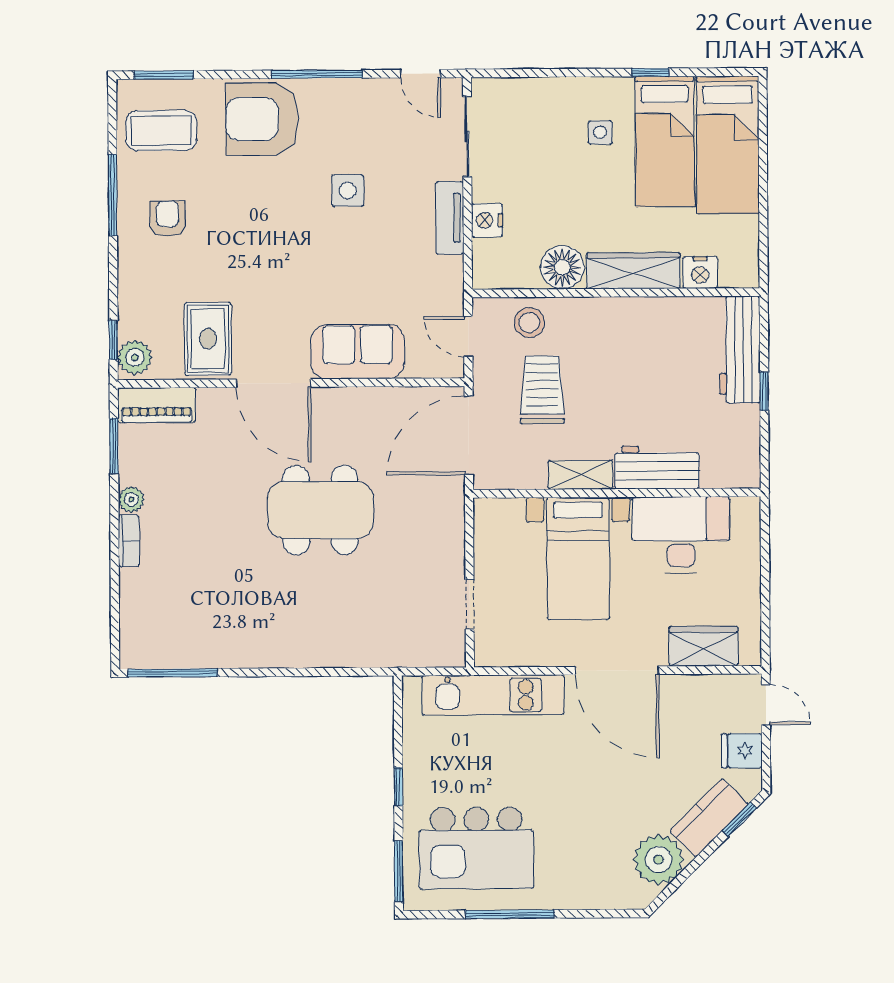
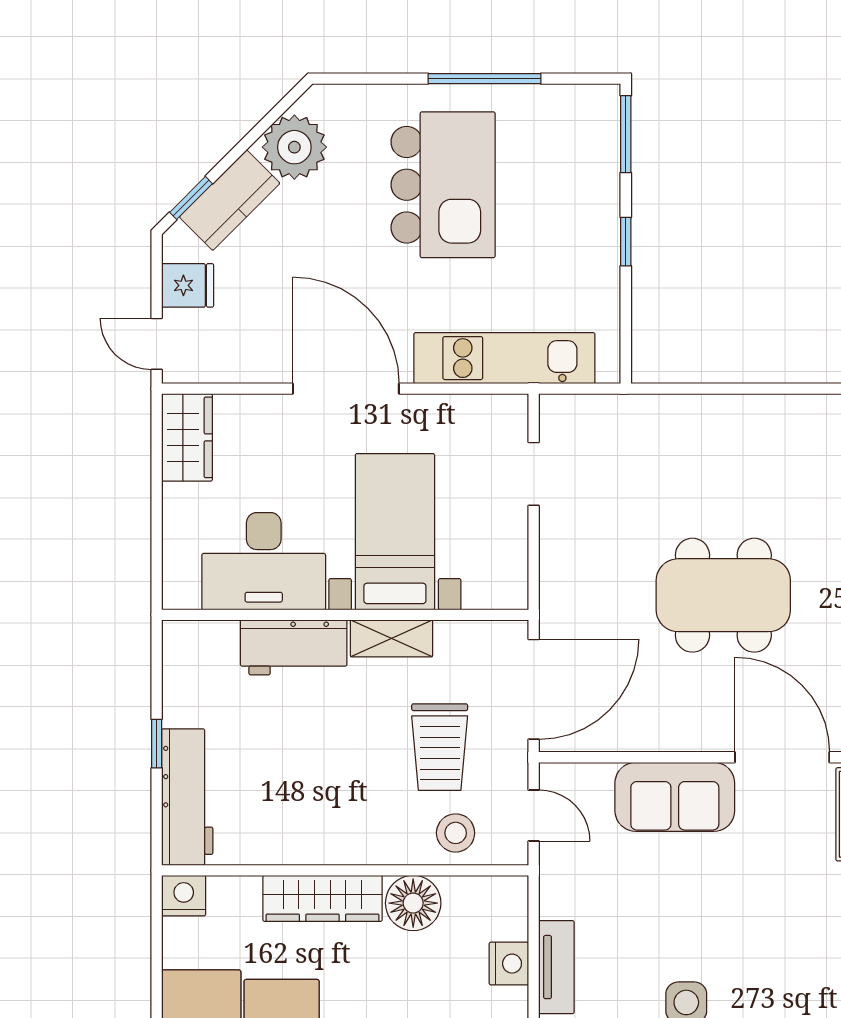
nightstand: (700, 272) -> (184, 896), moved
wardrobe: (703, 646) -> (187, 437), moved, turned -90
kitchen island: (476, 848) -> (443, 185), moved, turned 90

